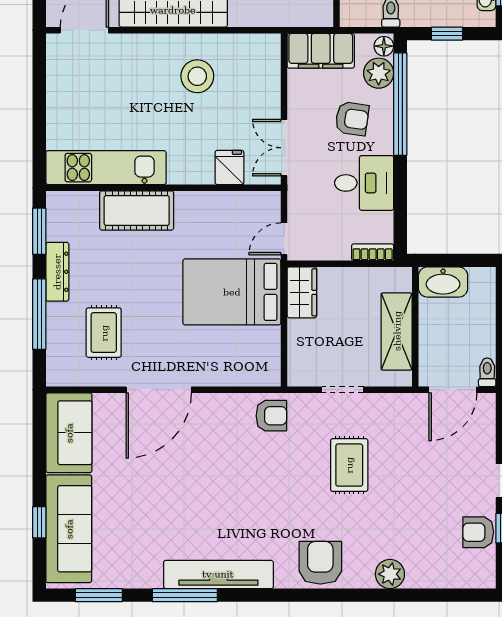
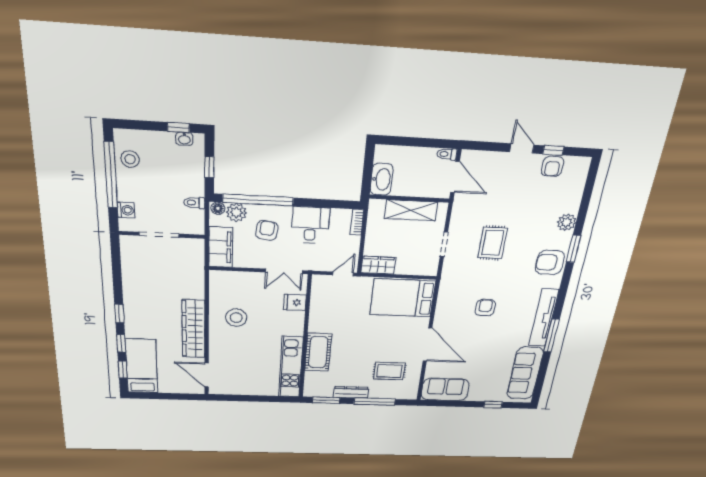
door: (284, 239) -> (343, 274), swing flipped
bed: (232, 292) -> (403, 298), moved, turned 90
armchair: (271, 416) -> (485, 308), moved
rug: (349, 465) -> (493, 243), turned 90
sofa: (69, 529) -> (525, 373), moved, turned -90
window: (99, 595) -> (573, 249), moved

